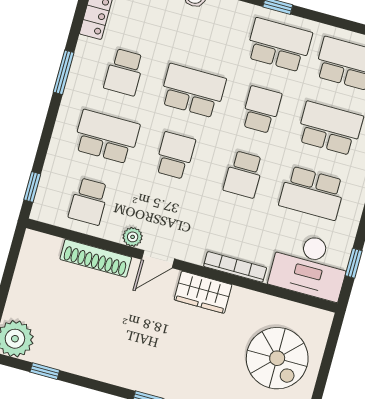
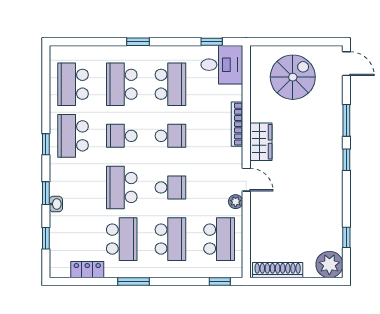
school desk: (124, 72) -> (122, 239), width x1.85
school desk: (106, 137) -> (170, 239), turned 180
school desk: (175, 156) -> (170, 187), turned 180
school desk: (89, 201) -> (219, 239), width x1.85
shoe rack: (96, 258) -> (278, 270), moved, turned -90
desk: (310, 266) -> (222, 65), width x0.73

